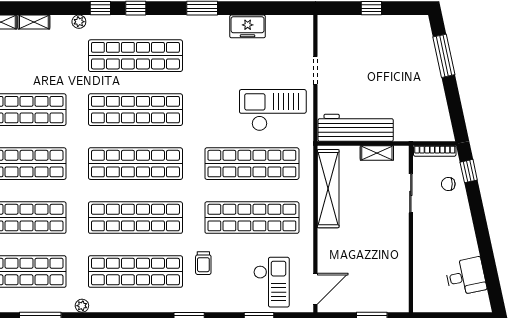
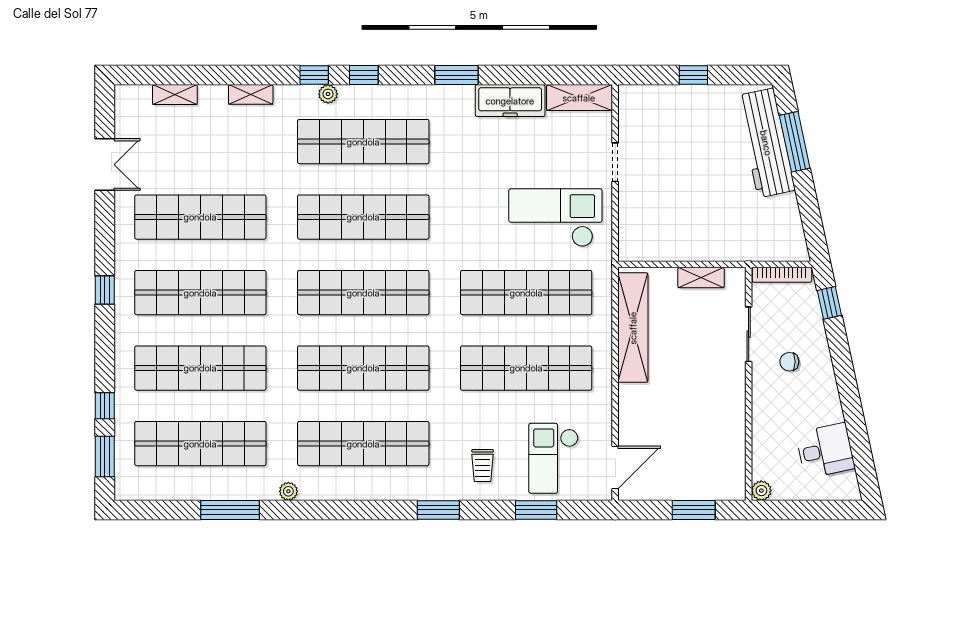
shelving: (34, 22) -> (251, 94), moved
plant: (79, 22) -> (328, 94), moved
shelving: (290, 24) -> (579, 98), added
freezer: (248, 26) -> (510, 101), width x1.40
workbench: (356, 128) -> (766, 143), moved, turned -102
chair: (448, 184) -> (789, 362), moved
trolley: (203, 263) -> (483, 466), moved
checkout: (271, 282) -> (554, 458), turned 180
plant: (420, 305) -> (761, 491), added

